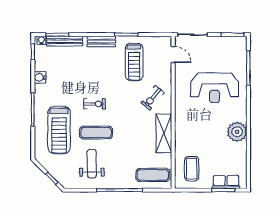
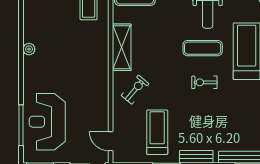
reception desk: (215, 88) -> (47, 122), moved, turned -90
plant: (237, 132) -> (29, 49), width x0.53, depth x0.53

